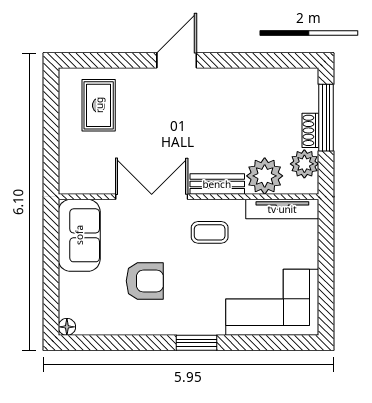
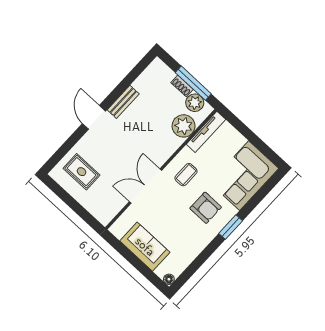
window: (326, 118) -> (193, 83), moved
bench: (217, 184) -> (123, 102), moved
sofa: (79, 235) -> (145, 247), moved
armchair: (145, 281) -> (206, 208), moved, turned 90

